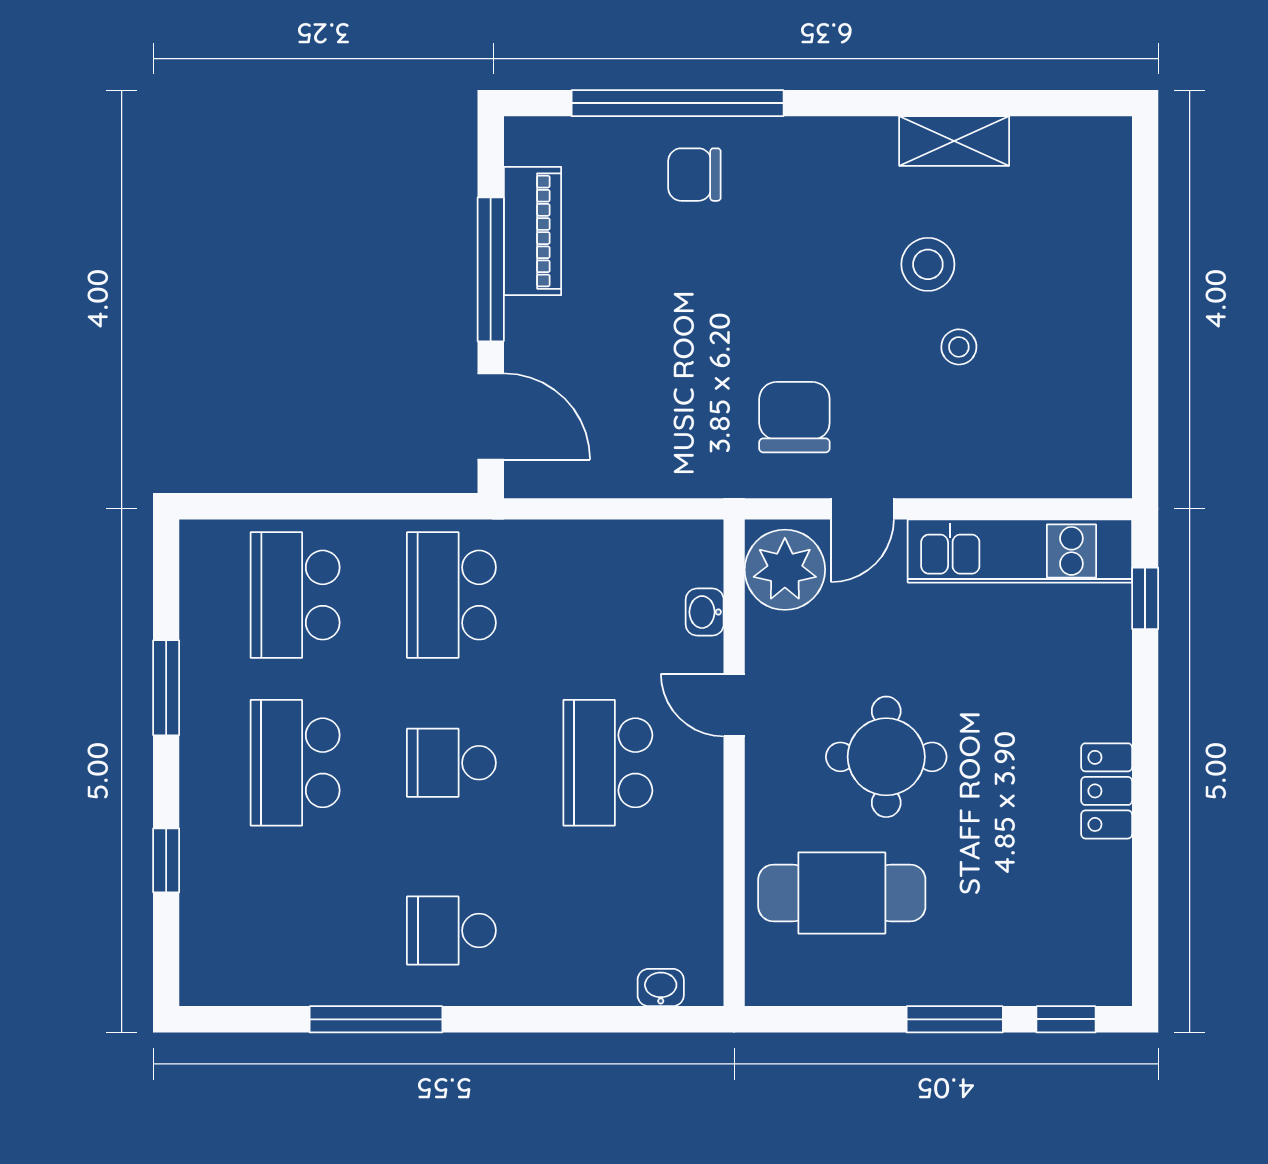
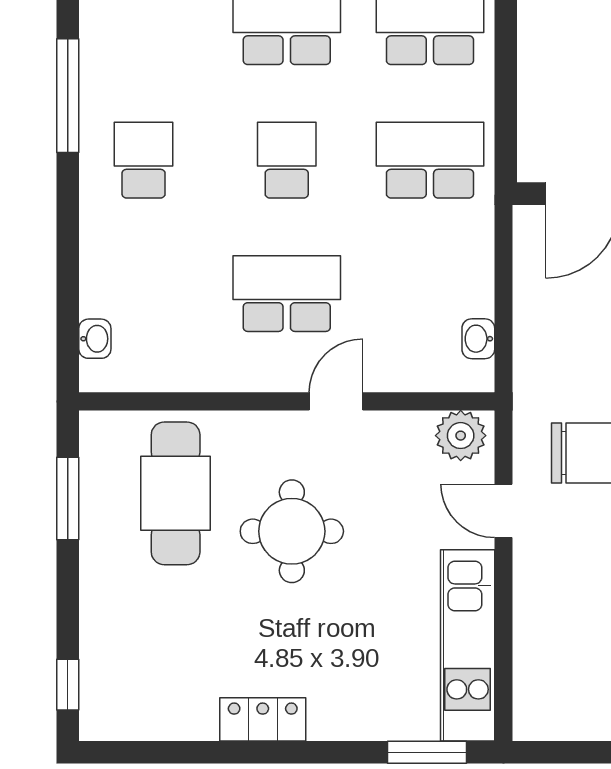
plant: (785, 570) -> (461, 436), width x0.73, depth x0.73
window: (1145, 598) -> (427, 752), width x1.50
washbasin: (705, 612) -> (478, 339), moved, turned -90
window: (955, 1019) -> (68, 498), moved

